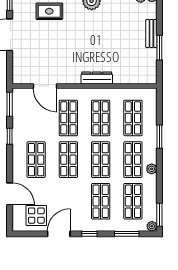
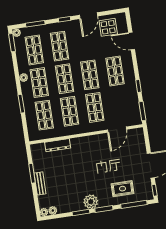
dresser: (97, 78) -> (58, 145), moved
door: (45, 86) -> (117, 130), swing flipped

